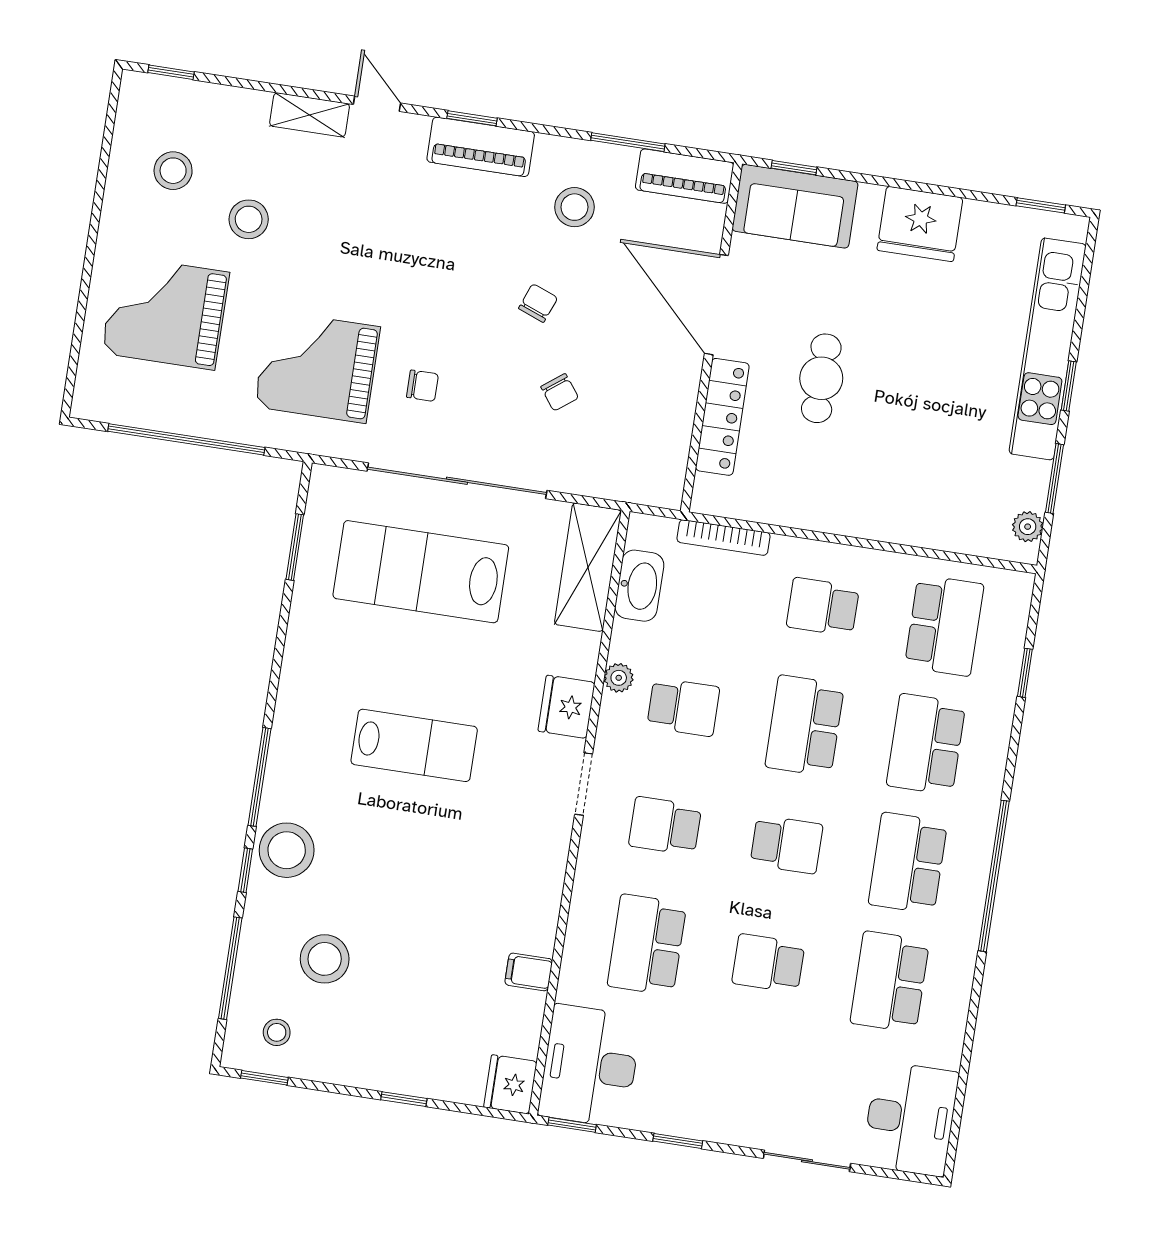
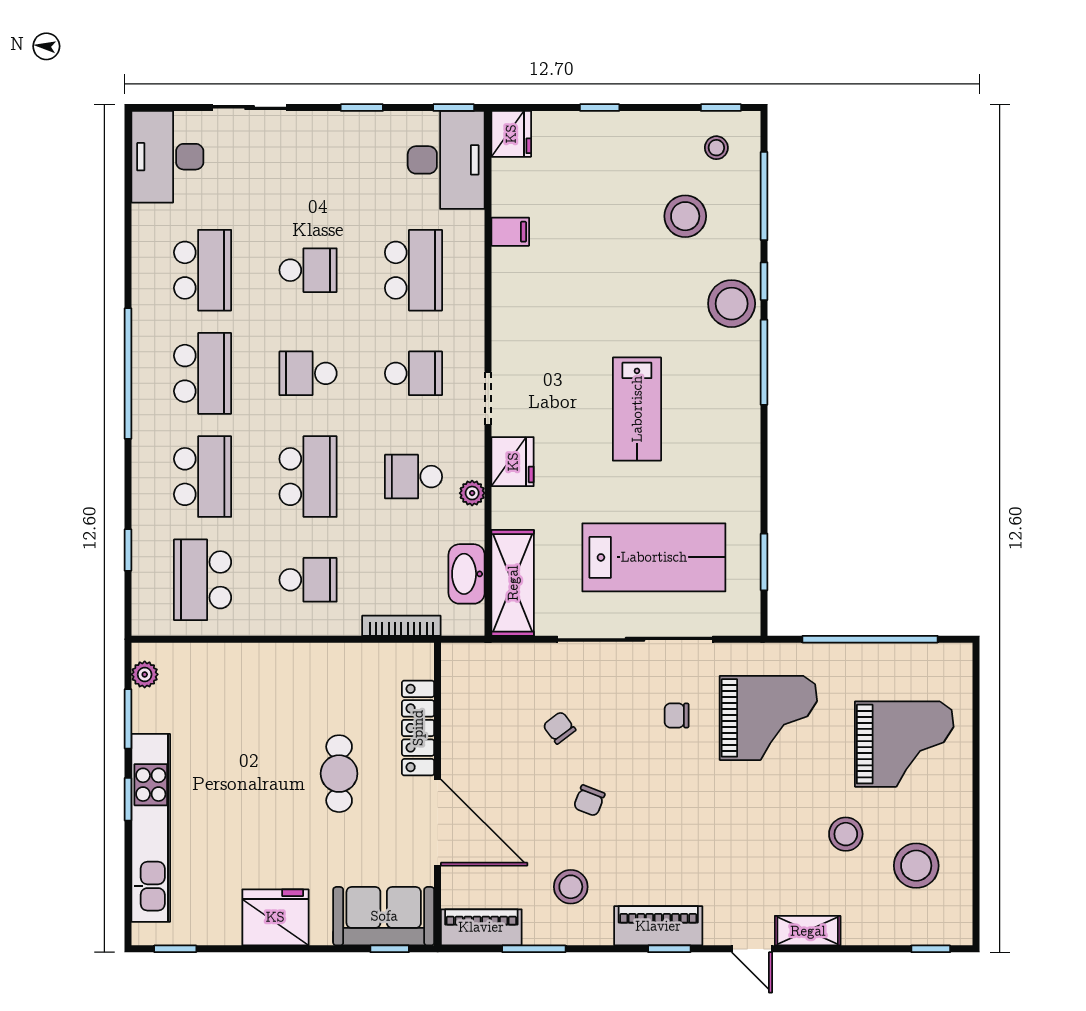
stool: (173, 171) -> (916, 866), width x1.38, depth x1.38
lab bench: (414, 745) -> (637, 409), turned -90

